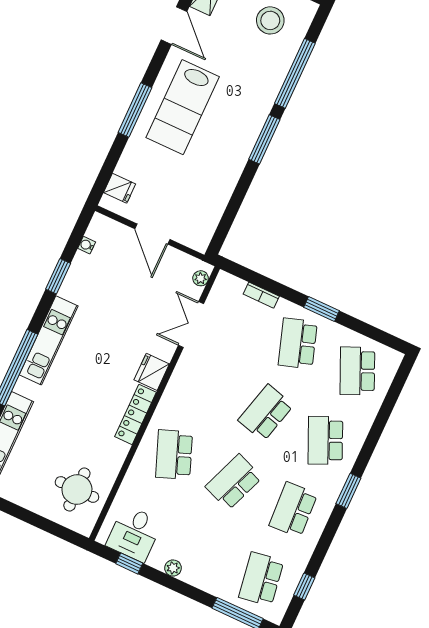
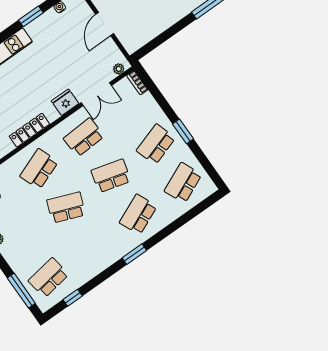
bookcase: (261, 295) -> (137, 83), moved
double door: (191, 324) -> (96, 94), swing flipped
fridge: (152, 372) -> (65, 102), moved
school desk: (293, 510) -> (84, 137), moved

